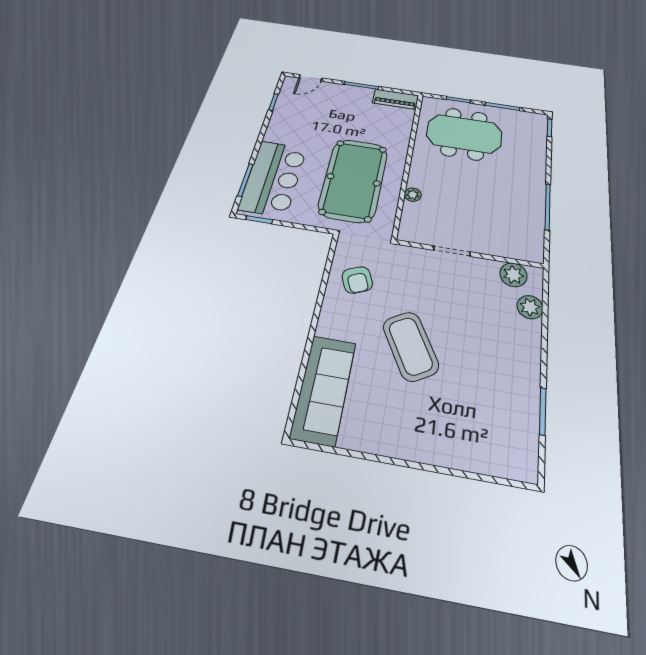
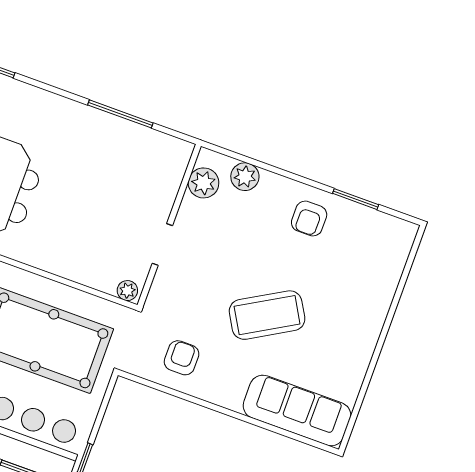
plant: (413, 195) -> (127, 291), moved
armchair: (357, 280) -> (182, 358), turned -67
armchair: (510, 370) -> (309, 219), added

